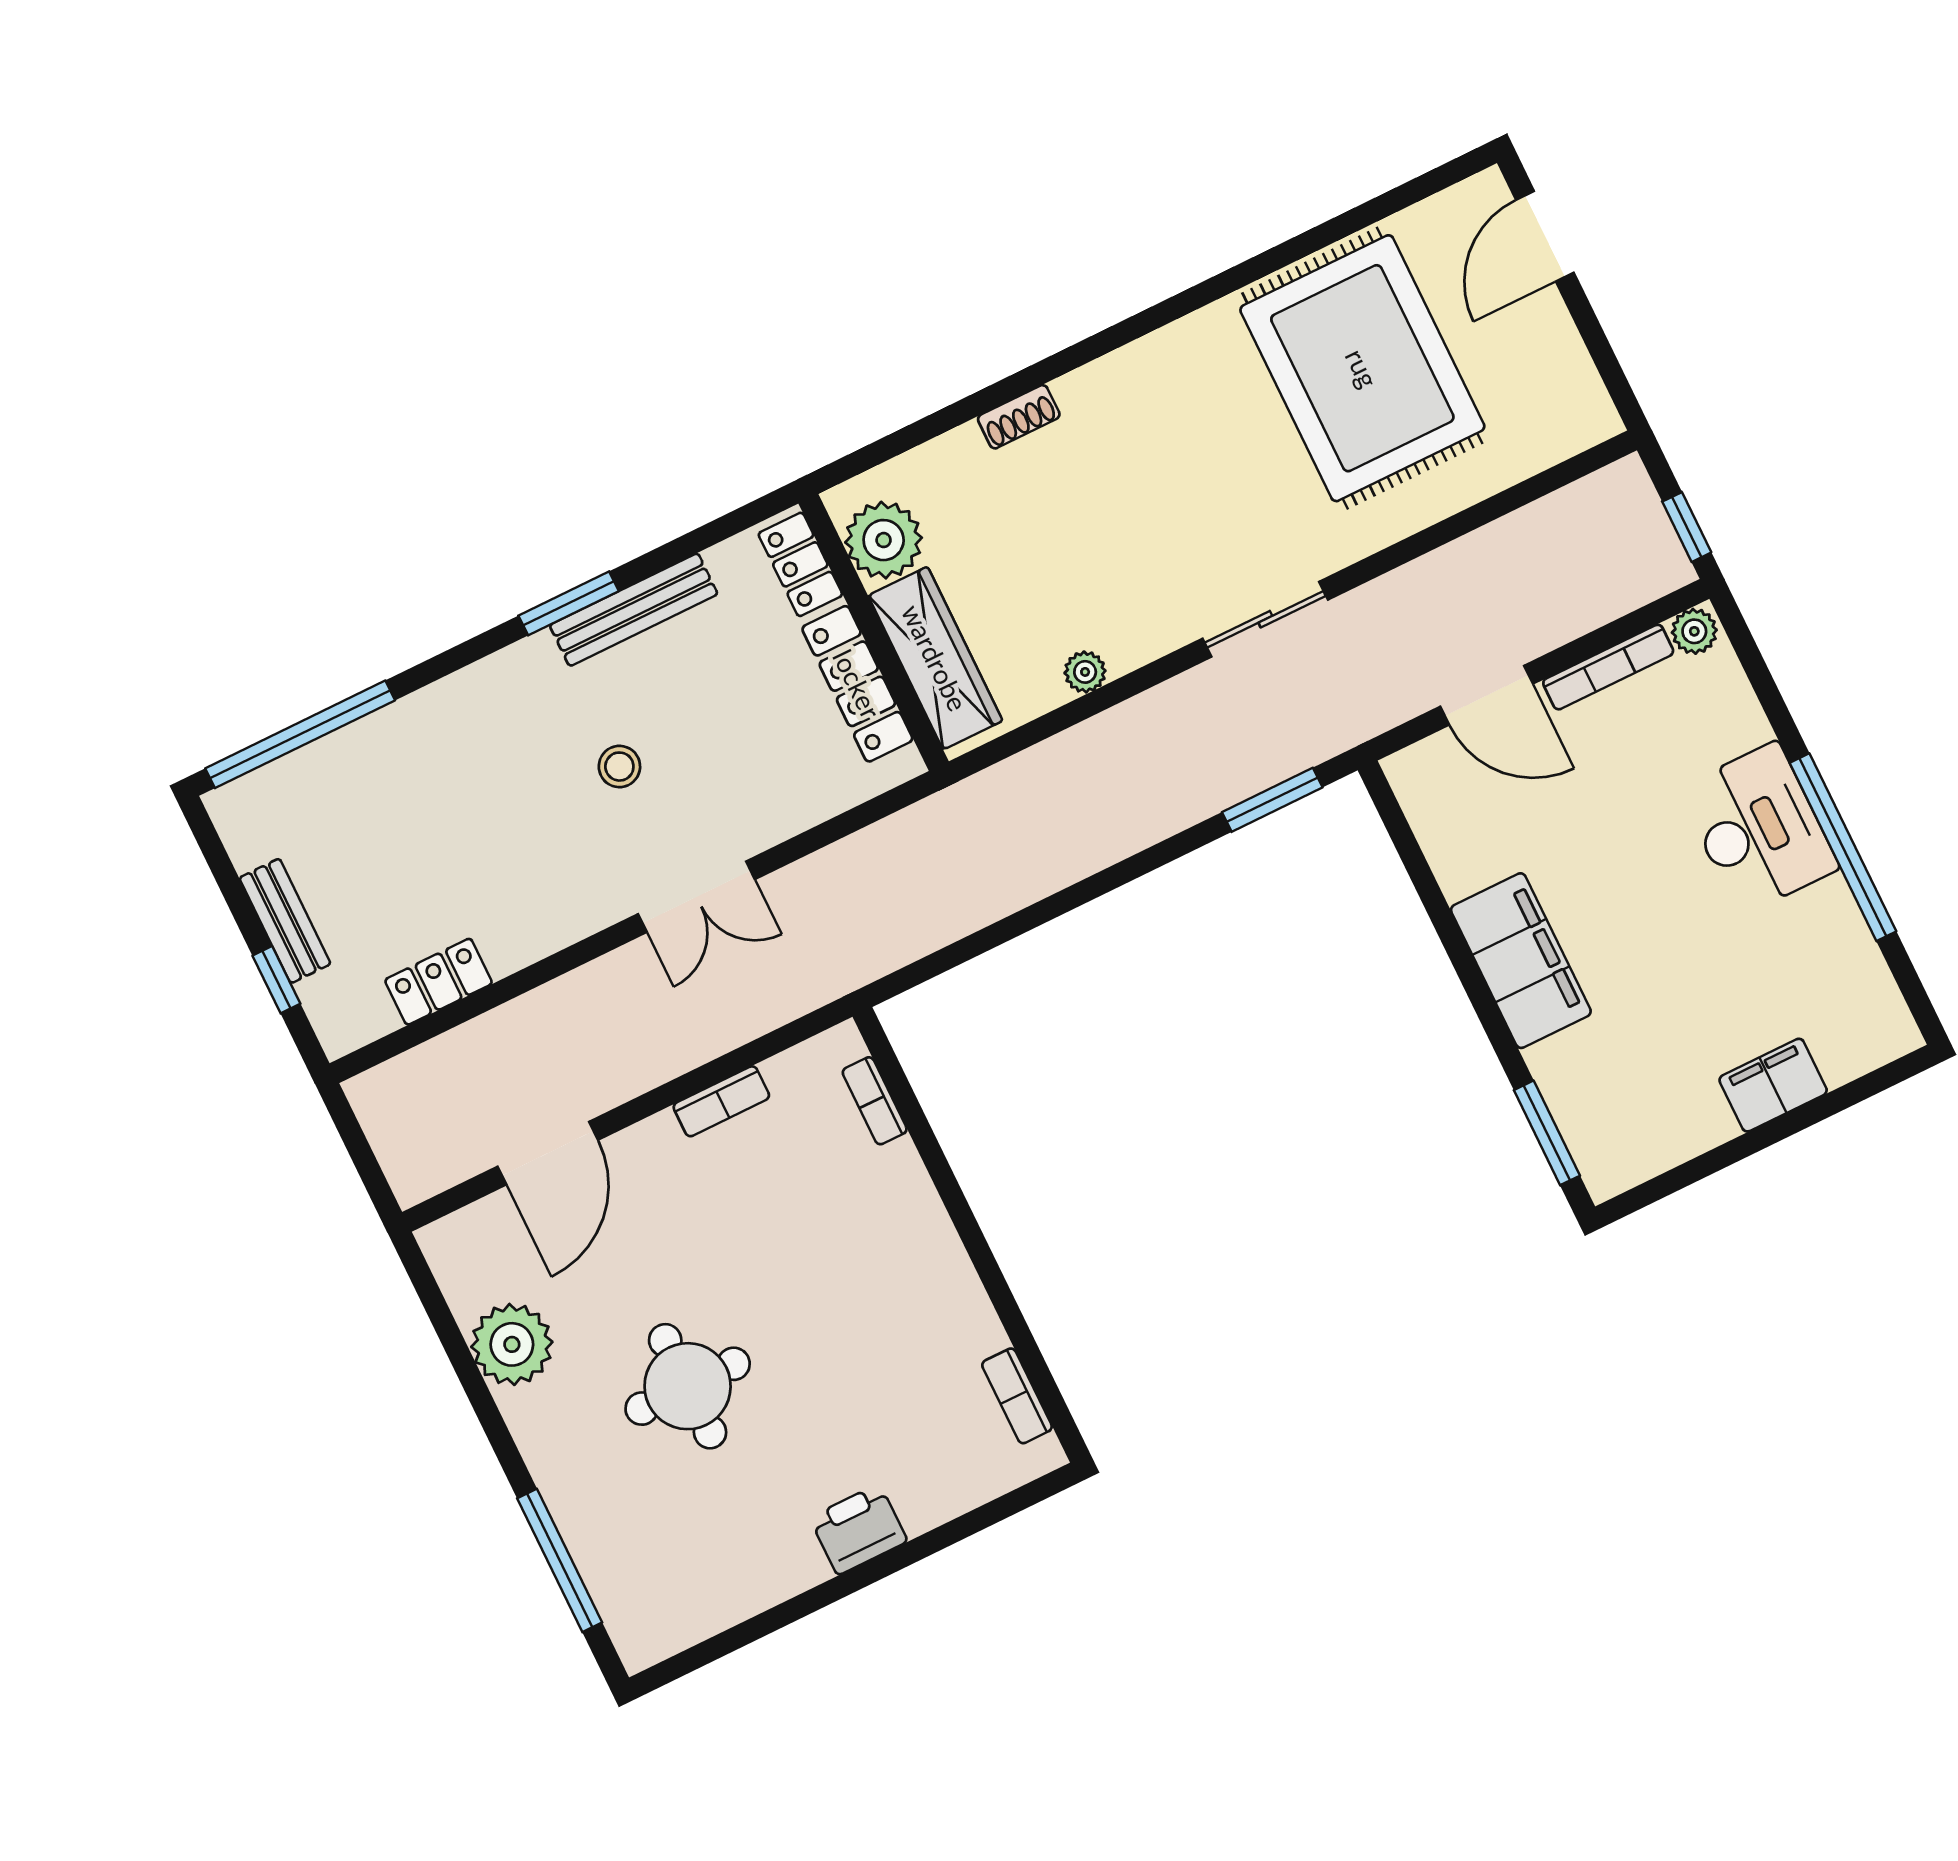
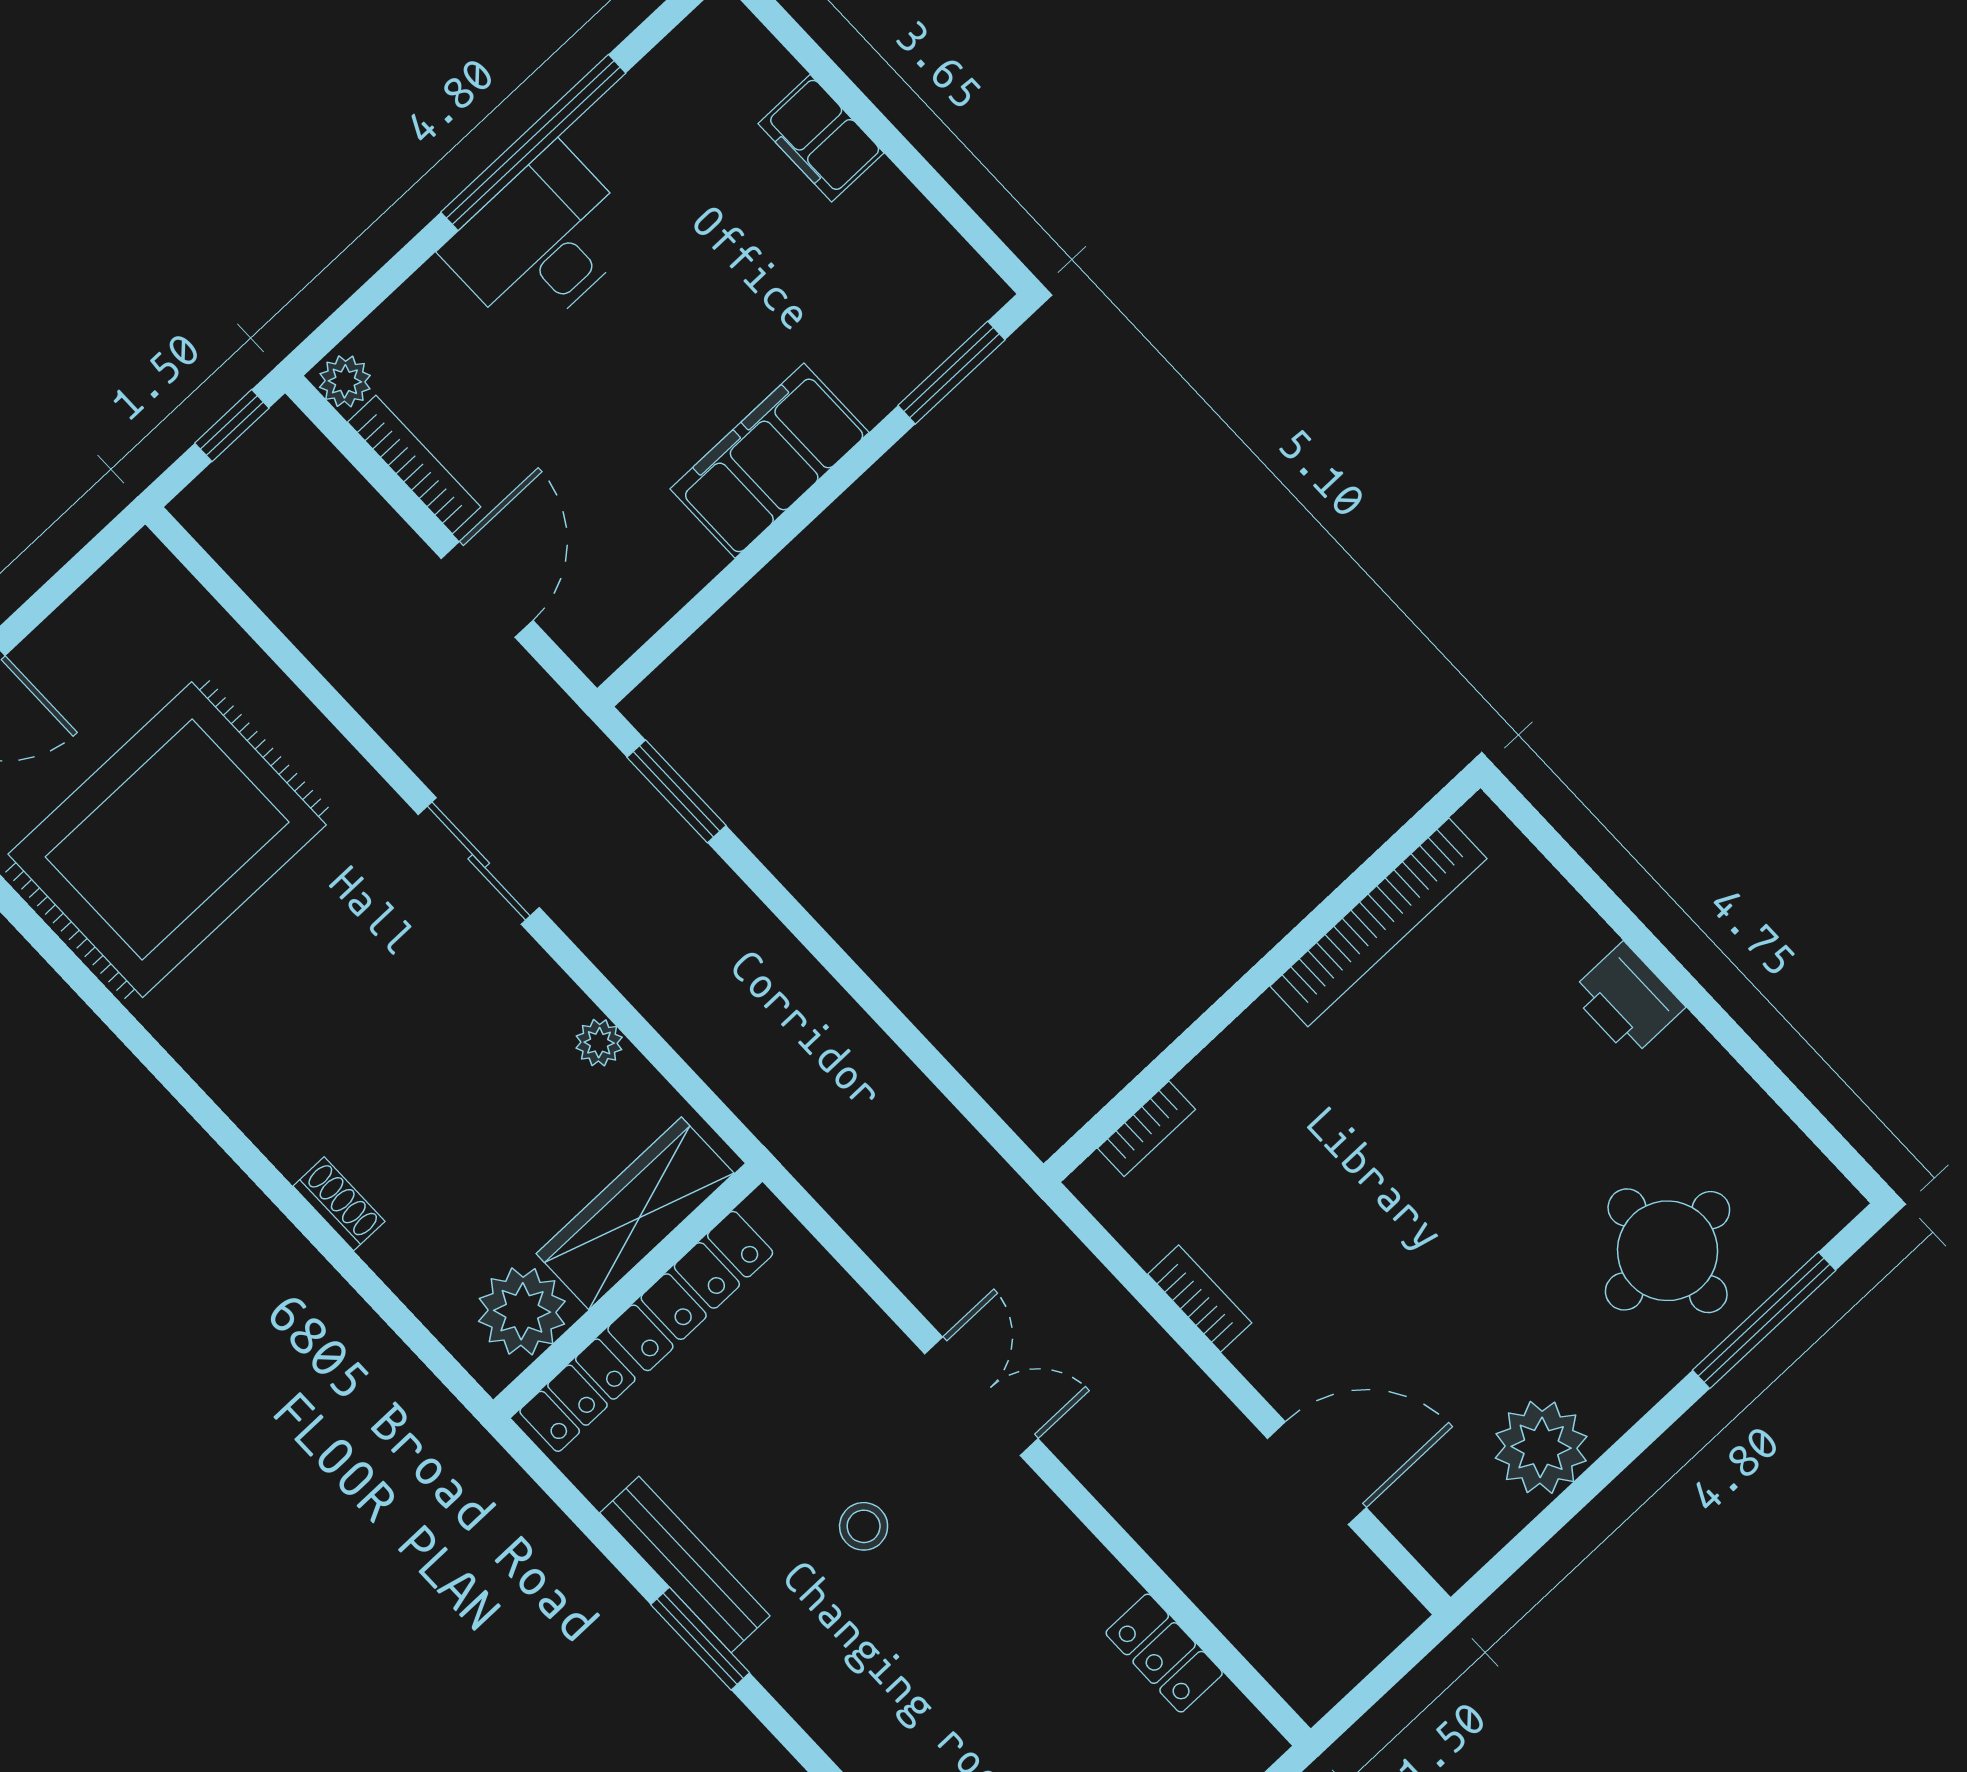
round table: (688, 1386) -> (1668, 1251), moved
bookcase: (1017, 1396) -> (1378, 922), width x2.31, depth x1.31

